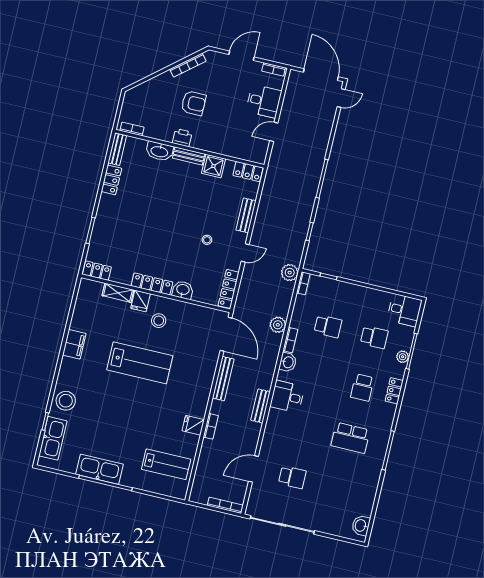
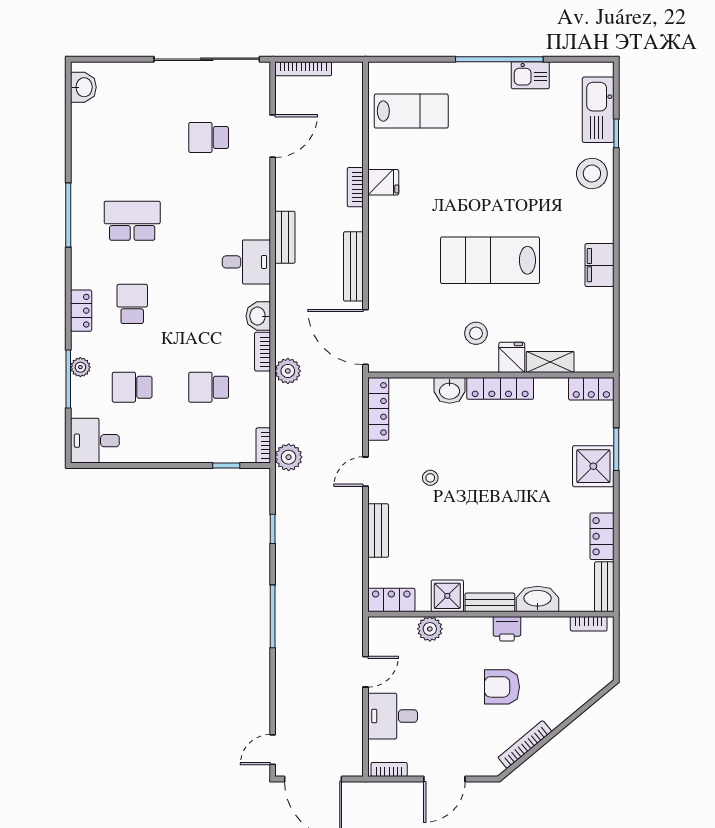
plant: (229, 149) -> (430, 629), added
shower: (107, 224) -> (593, 466), added
lab bench: (166, 464) -> (411, 111), turned 180
kitchen sink: (99, 469) -> (530, 75), width x0.53, depth x0.81

